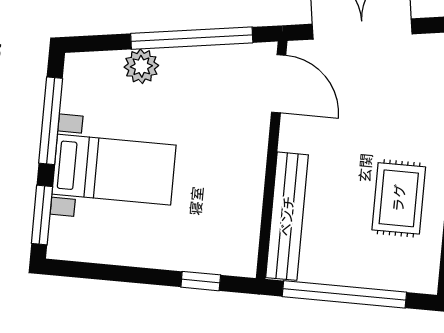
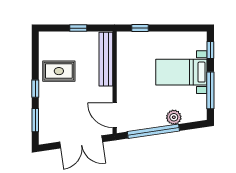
rug: (399, 198) -> (59, 71), turned 90
window: (42, 215) -> (210, 50), width x0.67
window: (344, 294) -> (78, 28), width x0.32

